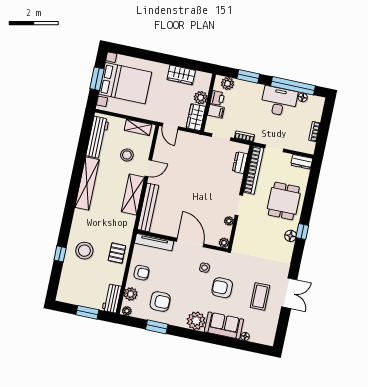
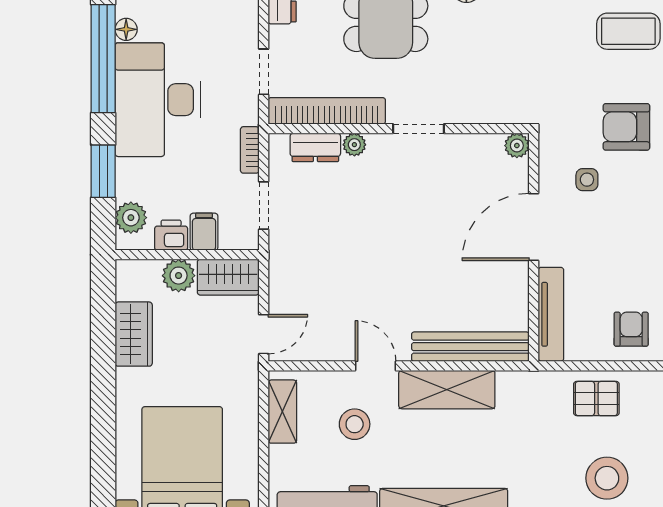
desk: (279, 101) -> (158, 100), width x1.36, depth x1.30
plant: (229, 221) -> (354, 145), moved
armchair: (222, 288) -> (626, 127), turned 90

